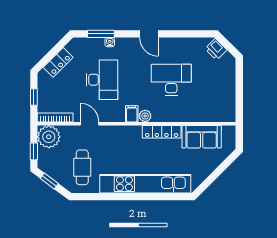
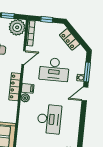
door: (149, 34) -> (85, 94), moved
locker: (162, 132) -> (15, 87), moved

